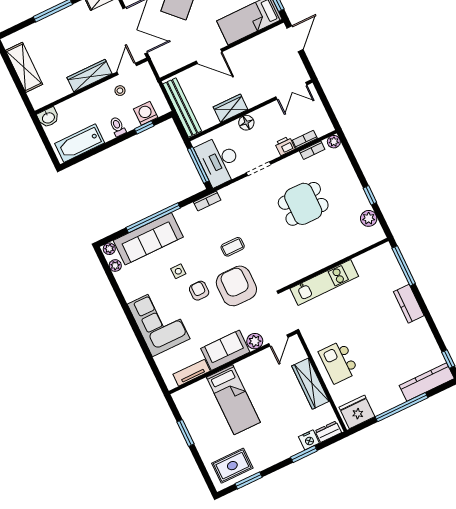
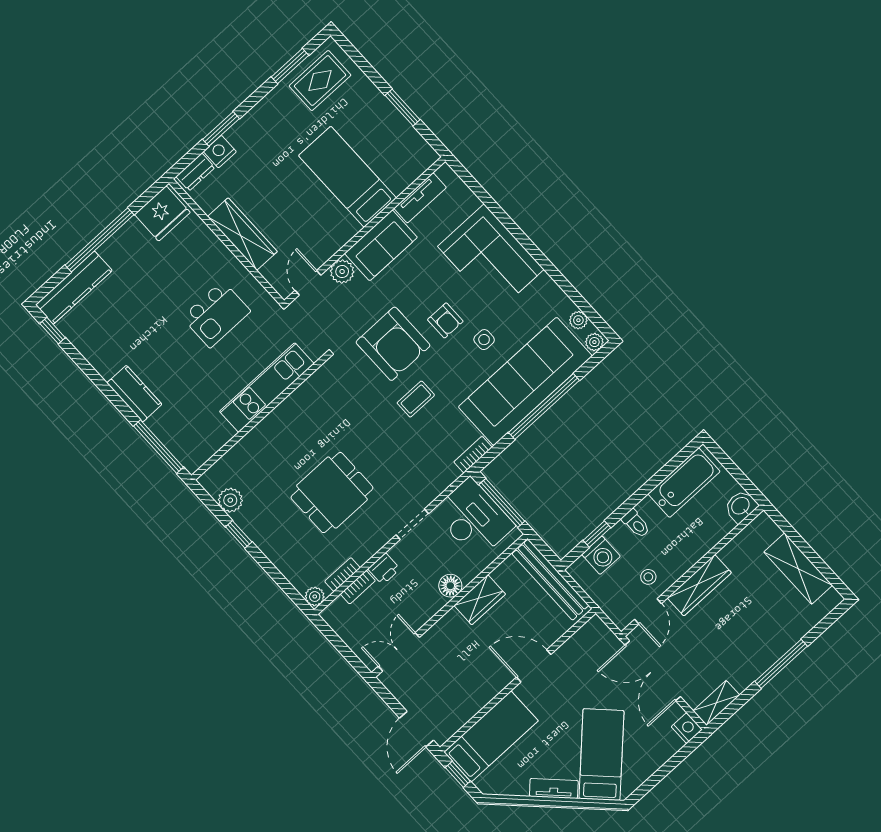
sofa: (148, 239) -> (525, 381), width x1.36, depth x1.27
kitchen island: (339, 362) -> (216, 314), moved, turned 90

